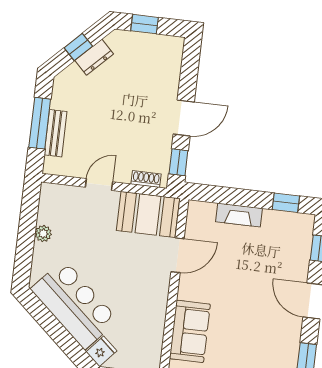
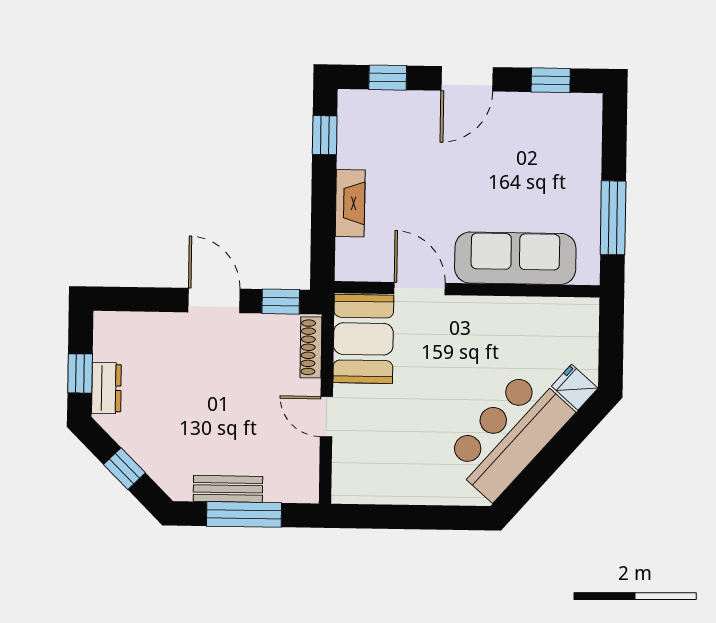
dresser: (94, 57) -> (106, 388), moved, turned 45
bench: (56, 133) -> (228, 489), moved
shoe rack: (146, 179) -> (311, 347), width x1.43
plant: (43, 234) -> (408, 492), removed
sofa: (190, 331) -> (515, 258), width x1.36

